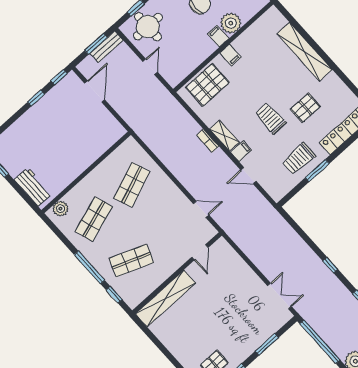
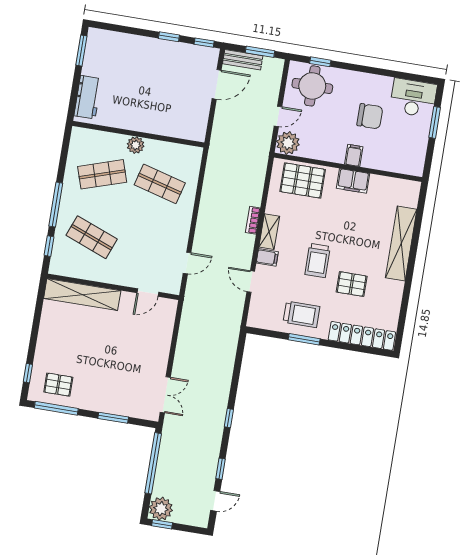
plant: (231, 23) -> (288, 143), moved
bench: (107, 47) -> (243, 60), moved
filing cabinet: (230, 55) -> (353, 181), width x2.00
trolley: (271, 118) -> (318, 261), turned 180
trolley: (299, 159) -> (301, 314), turned 180
shop shelf: (132, 185) -> (160, 184), turned 36
plant: (60, 209) -> (136, 145), moved
door: (201, 209) -> (187, 263), hinge flipped

